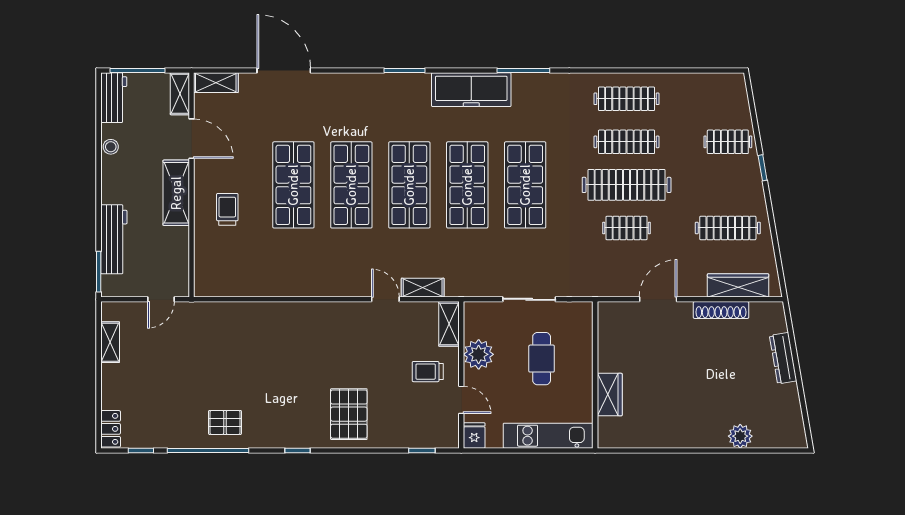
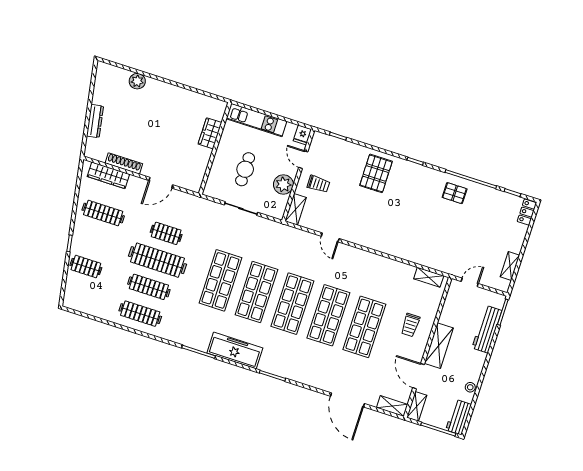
shelving: (423, 288) -> (429, 277), moved

